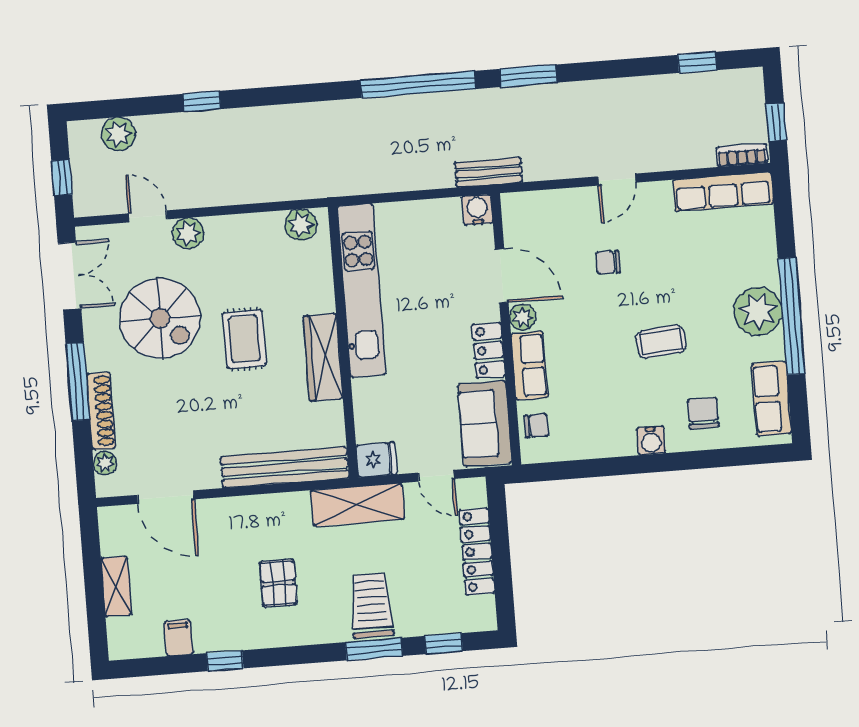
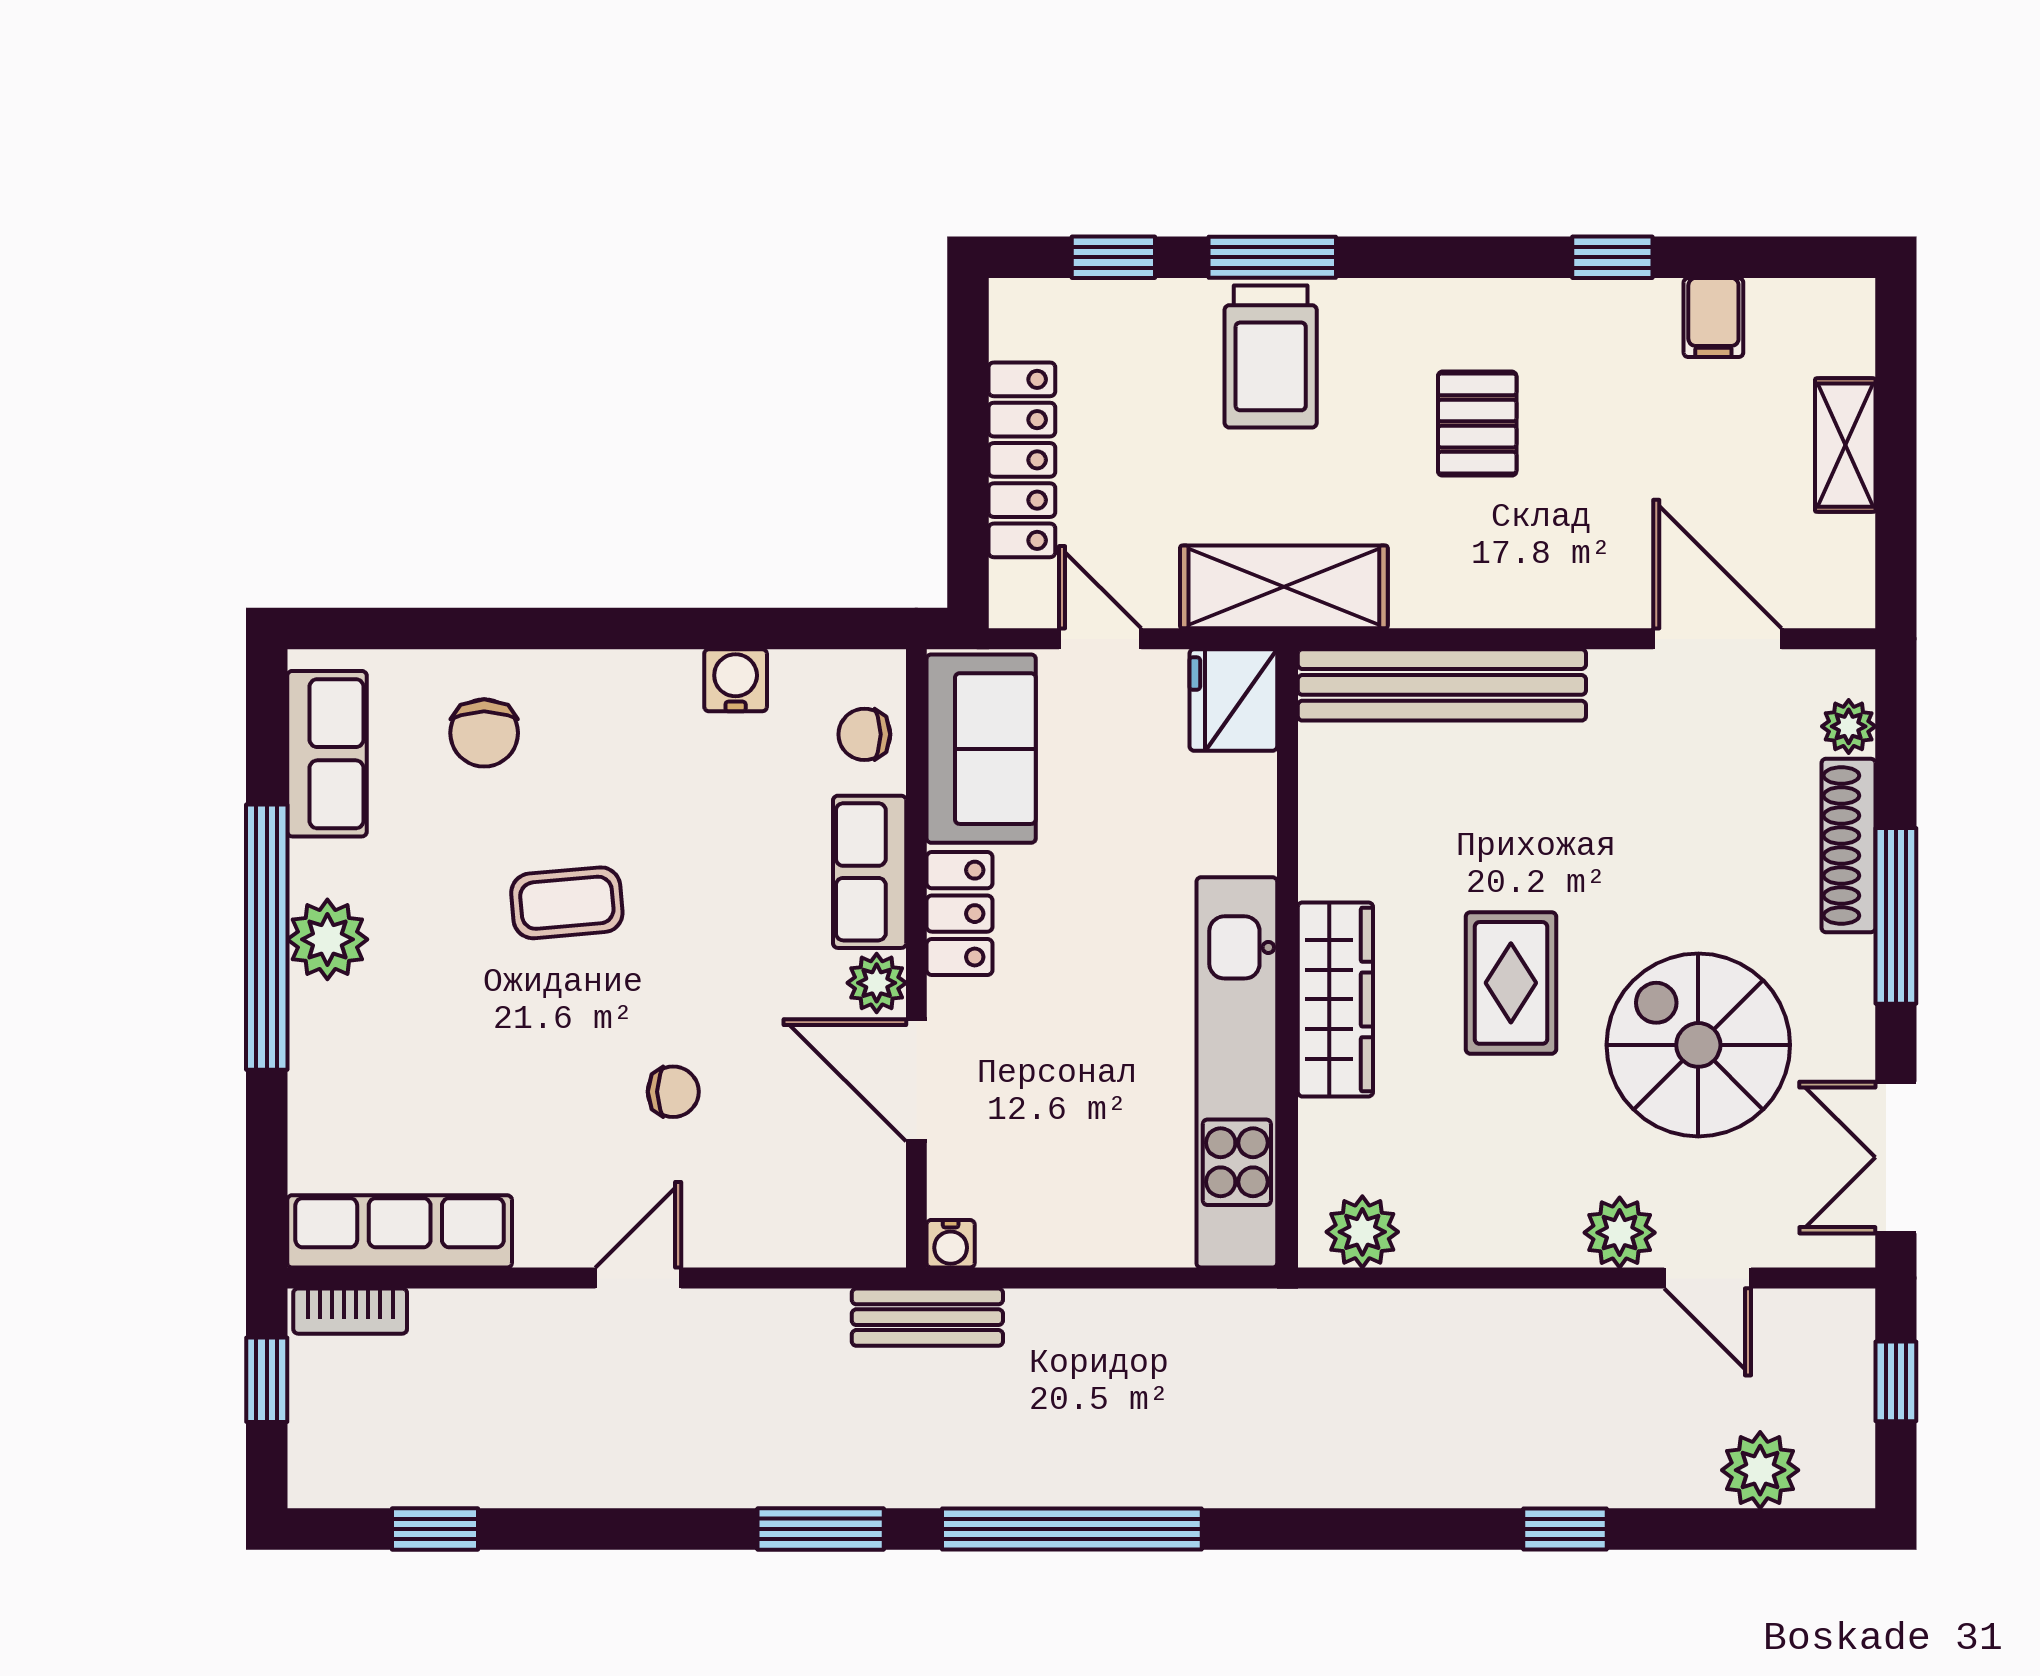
water cooler: (477, 210) -> (951, 1244), width x0.72, depth x0.72
plant: (758, 311) -> (327, 939), width x0.73, depth x0.73
wardrobe: (323, 357) -> (1335, 999), moved
water cooler: (651, 441) -> (736, 680), moved
fridge: (376, 460) -> (1233, 700), width x1.38

